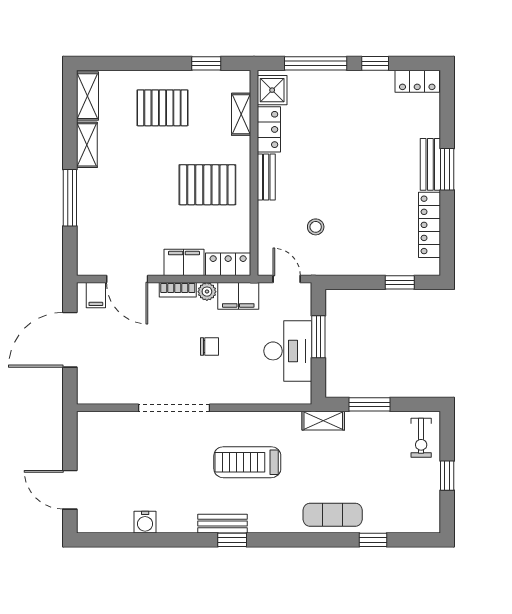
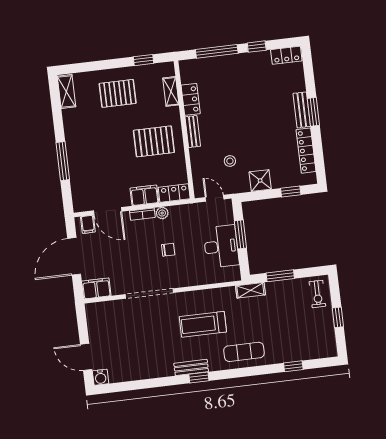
shower: (272, 90) -> (260, 180), moved
shelving: (87, 145) -> (70, 124), removed
filing cabinet: (238, 296) -> (96, 288), moved, turned 180
exercise mat: (333, 515) -> (244, 352), moved
water cooler: (145, 522) -> (101, 377), moved

